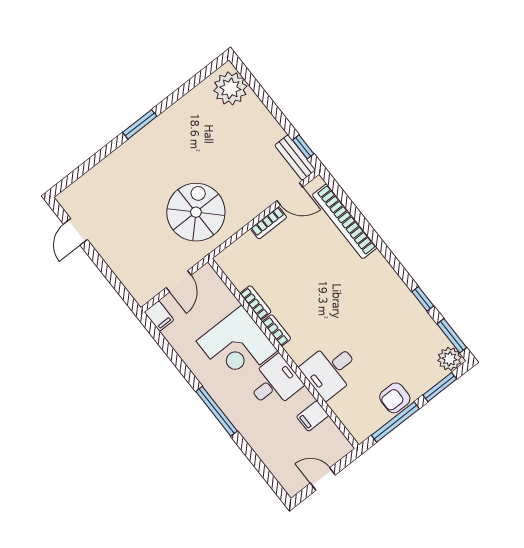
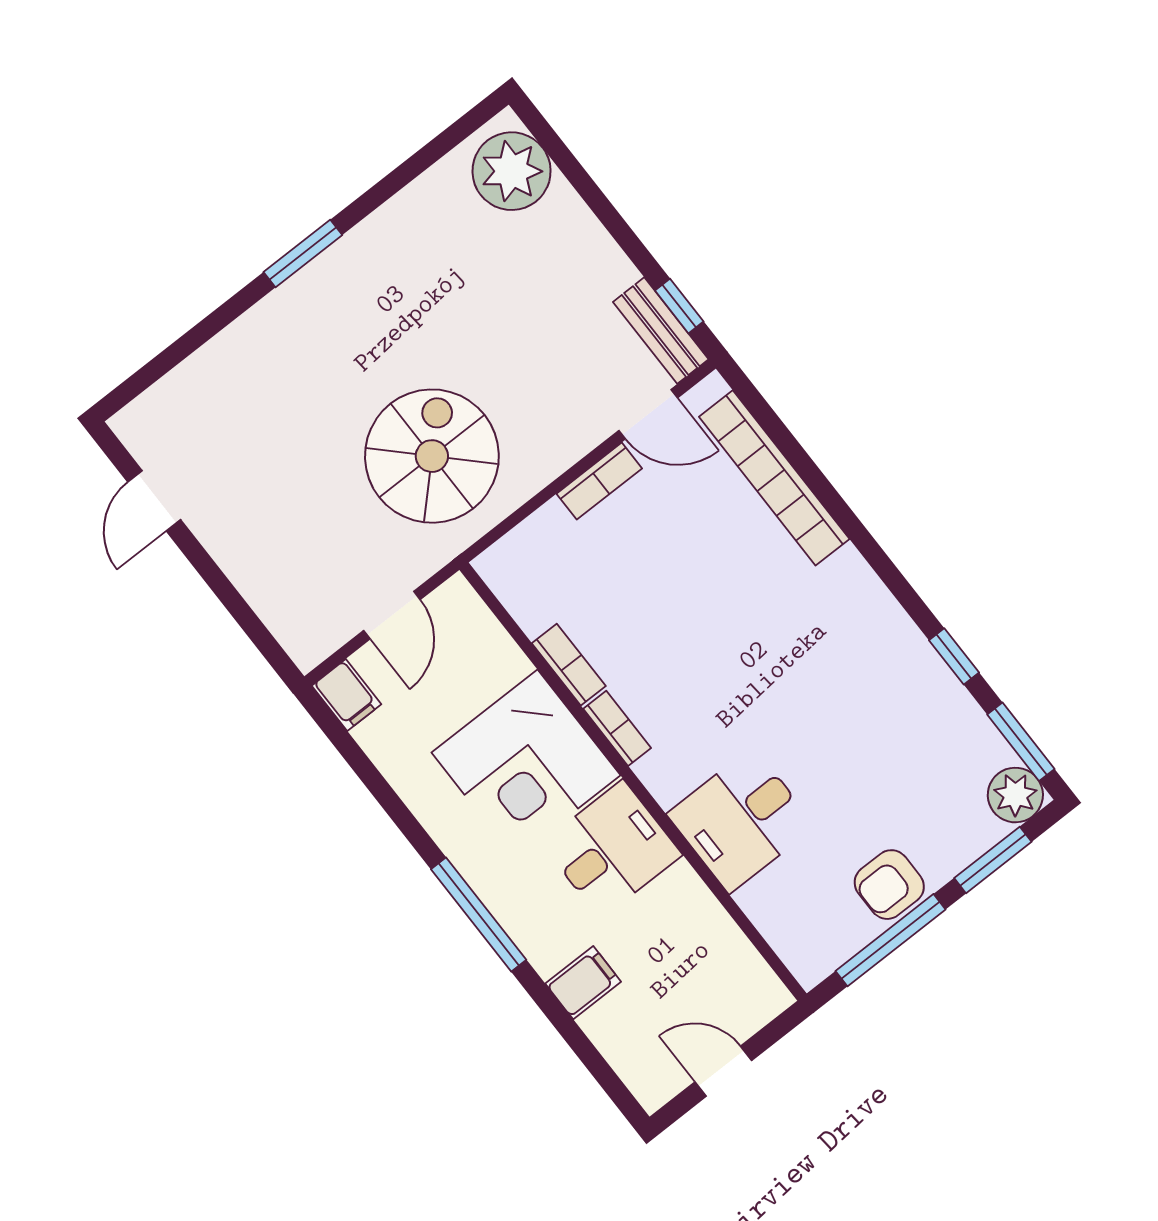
filing cabinet: (313, 416) -> (583, 983), moved, turned 180

